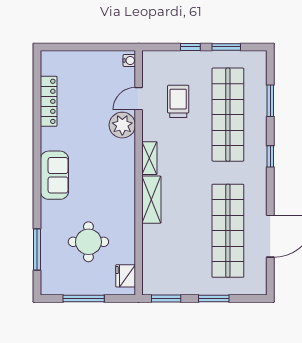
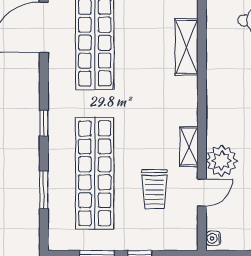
shelving: (149, 158) -> (189, 147), moved
shelving: (151, 200) -> (187, 47), moved

